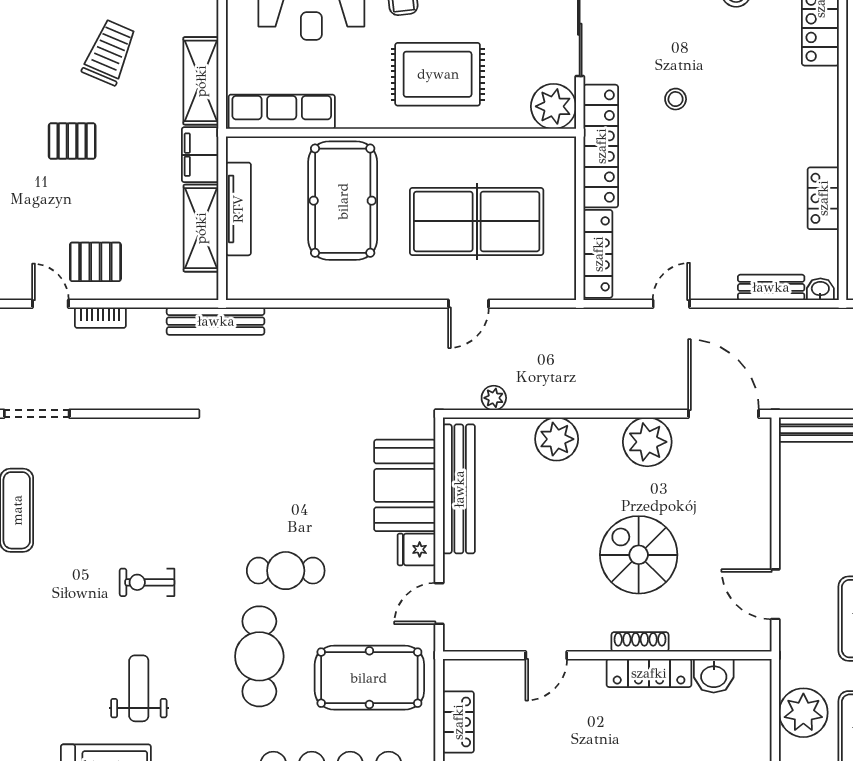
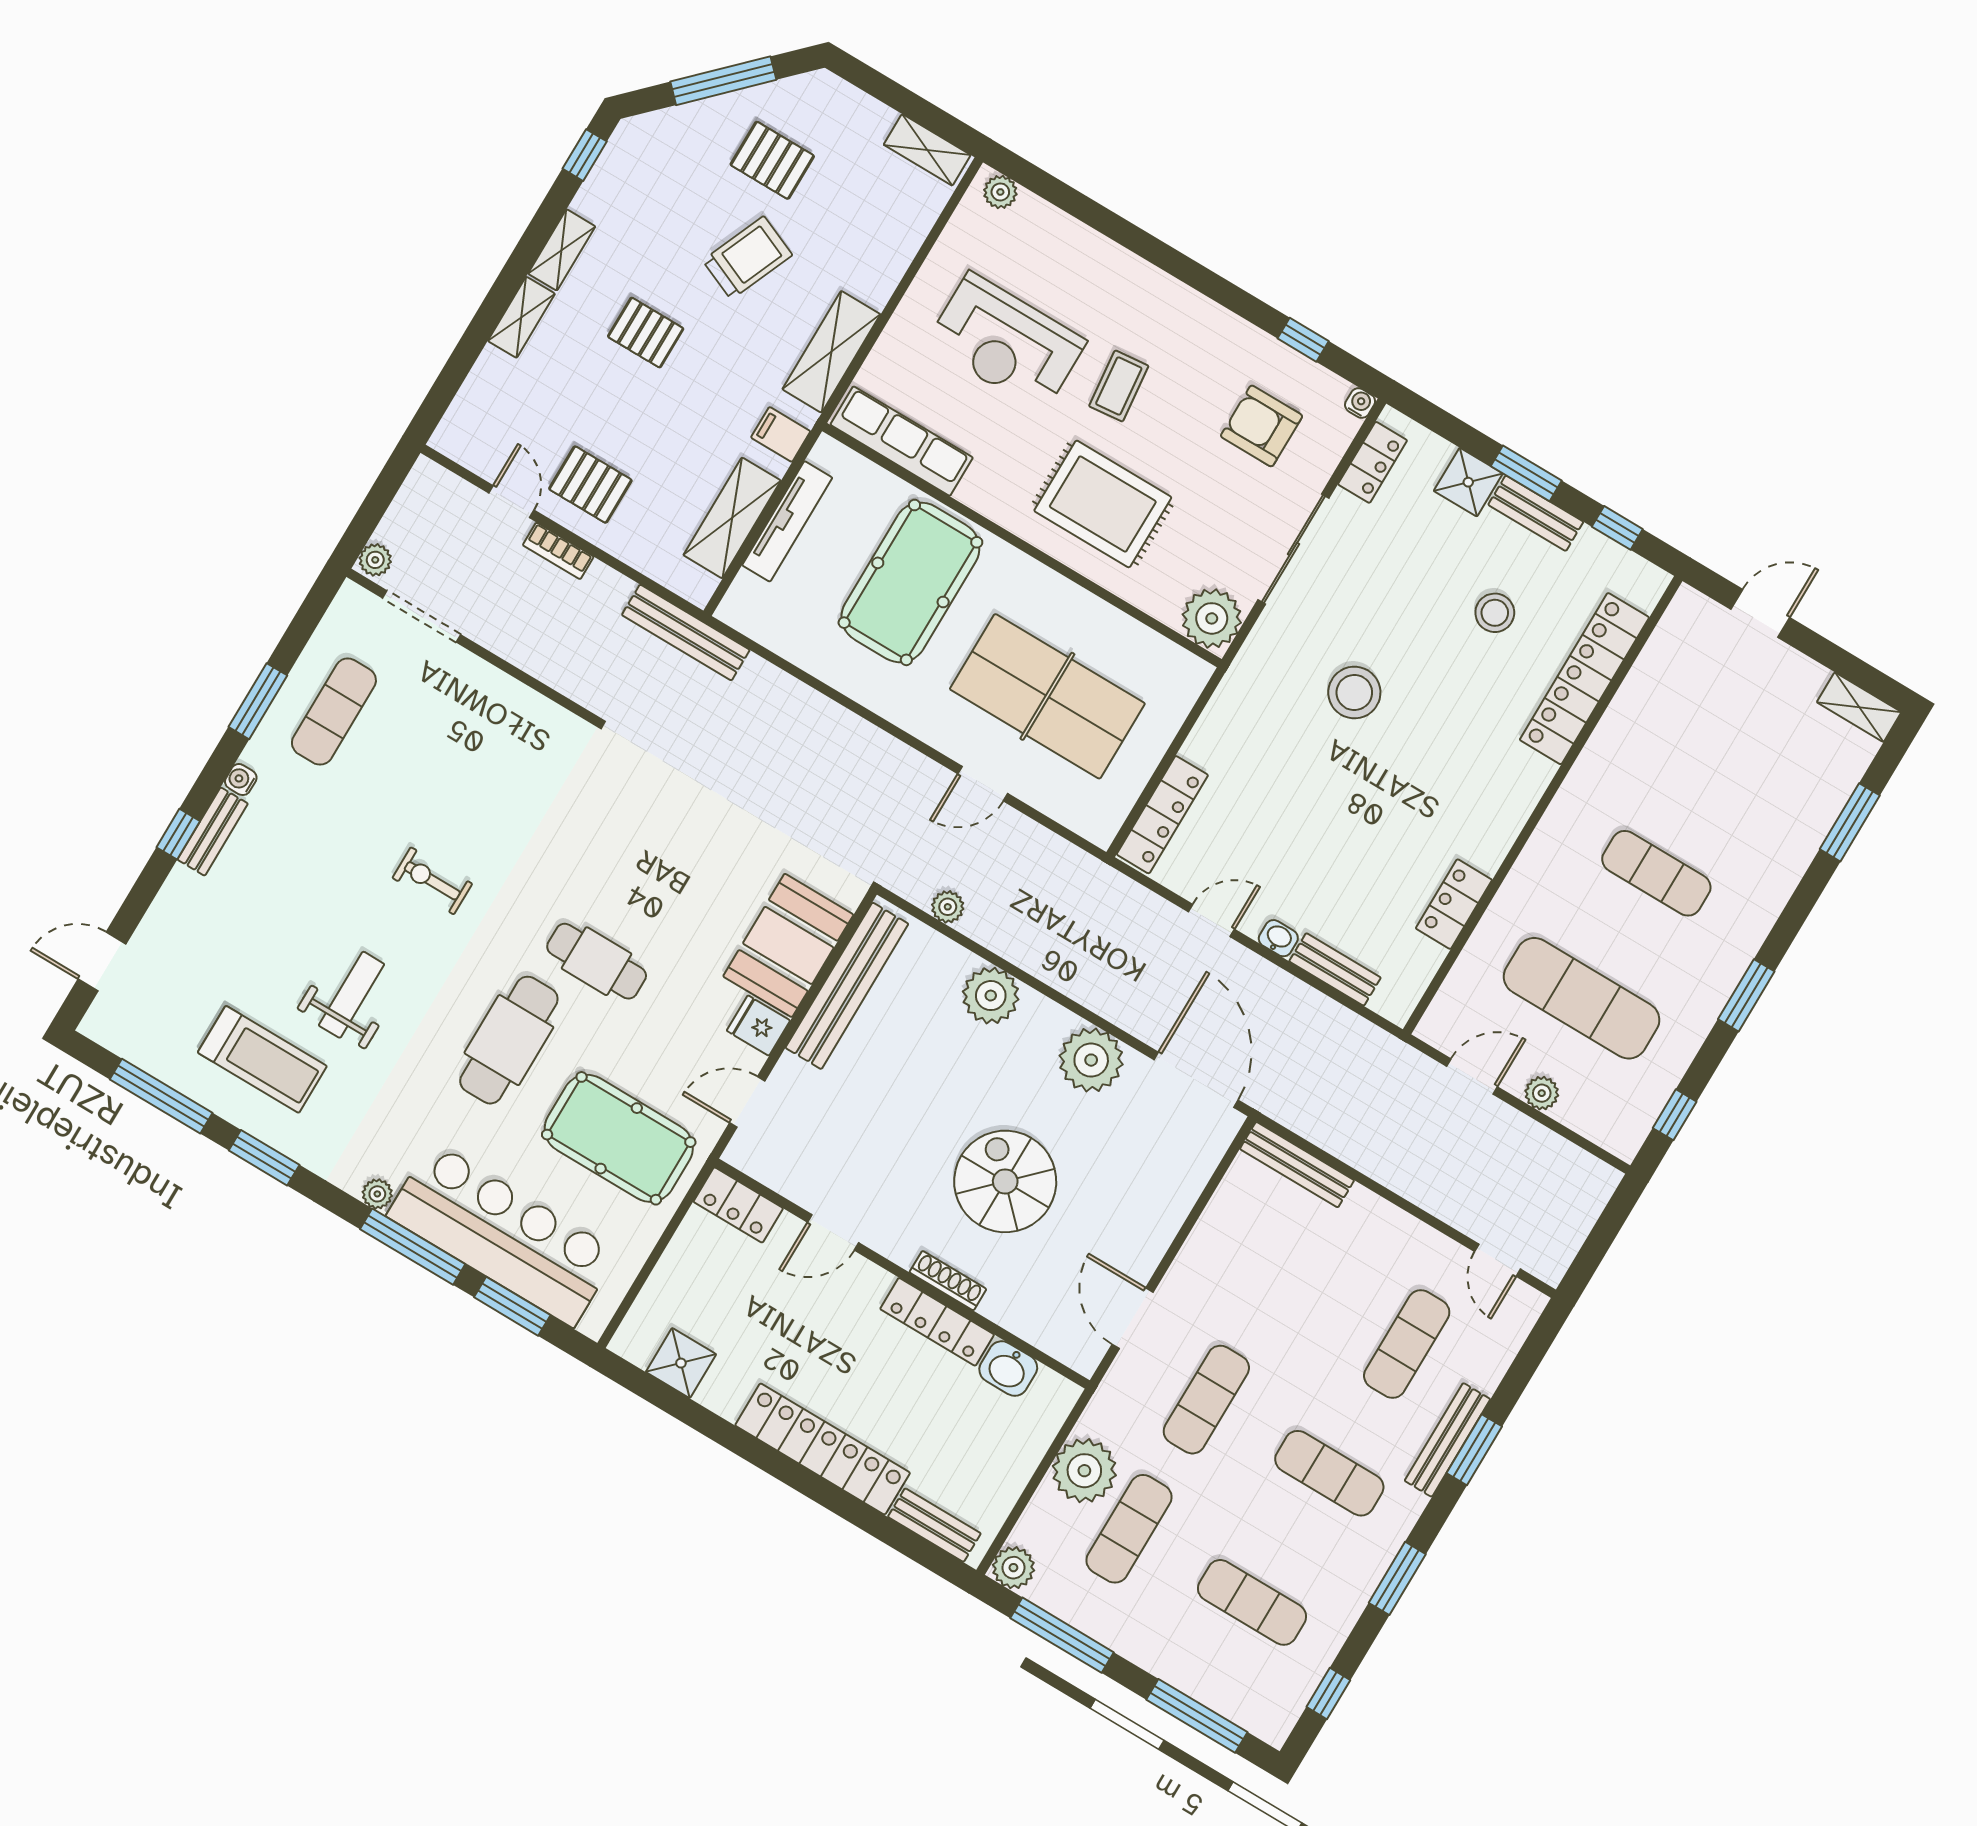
stool: (676, 99) -> (1354, 693), width x1.89, depth x1.89
locker: (601, 146) -> (1238, 695), removed
filing cabinet: (200, 155) -> (781, 434), width x0.50
washbasin: (820, 289) -> (1278, 938), moved
locker: (458, 722) -> (738, 1205), moved, turned 90

